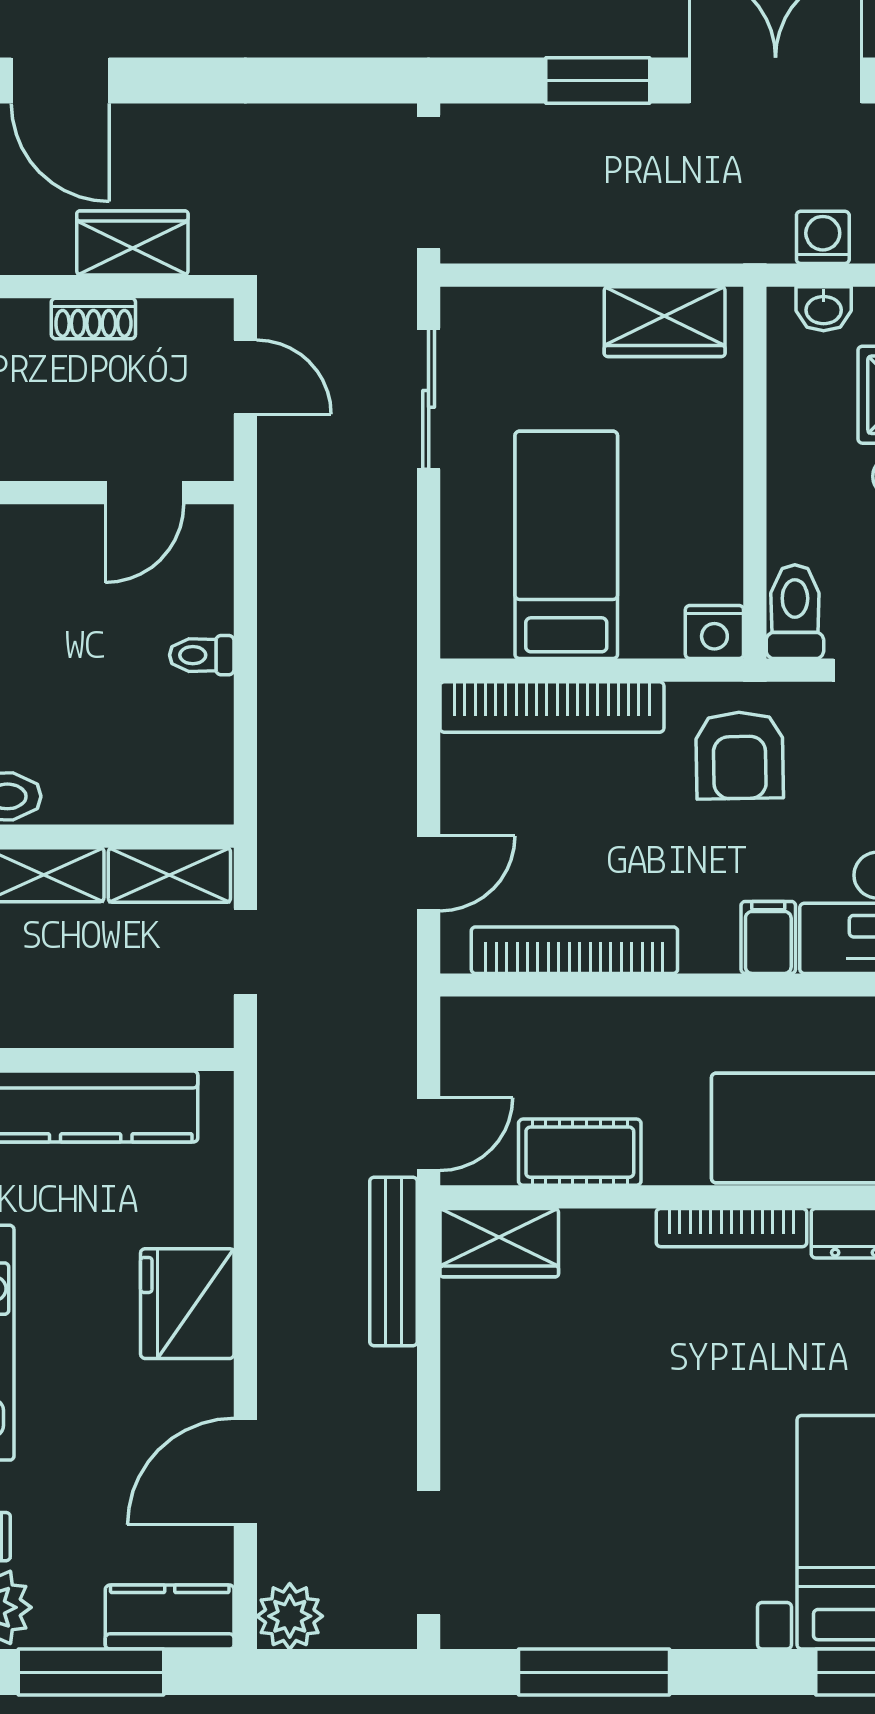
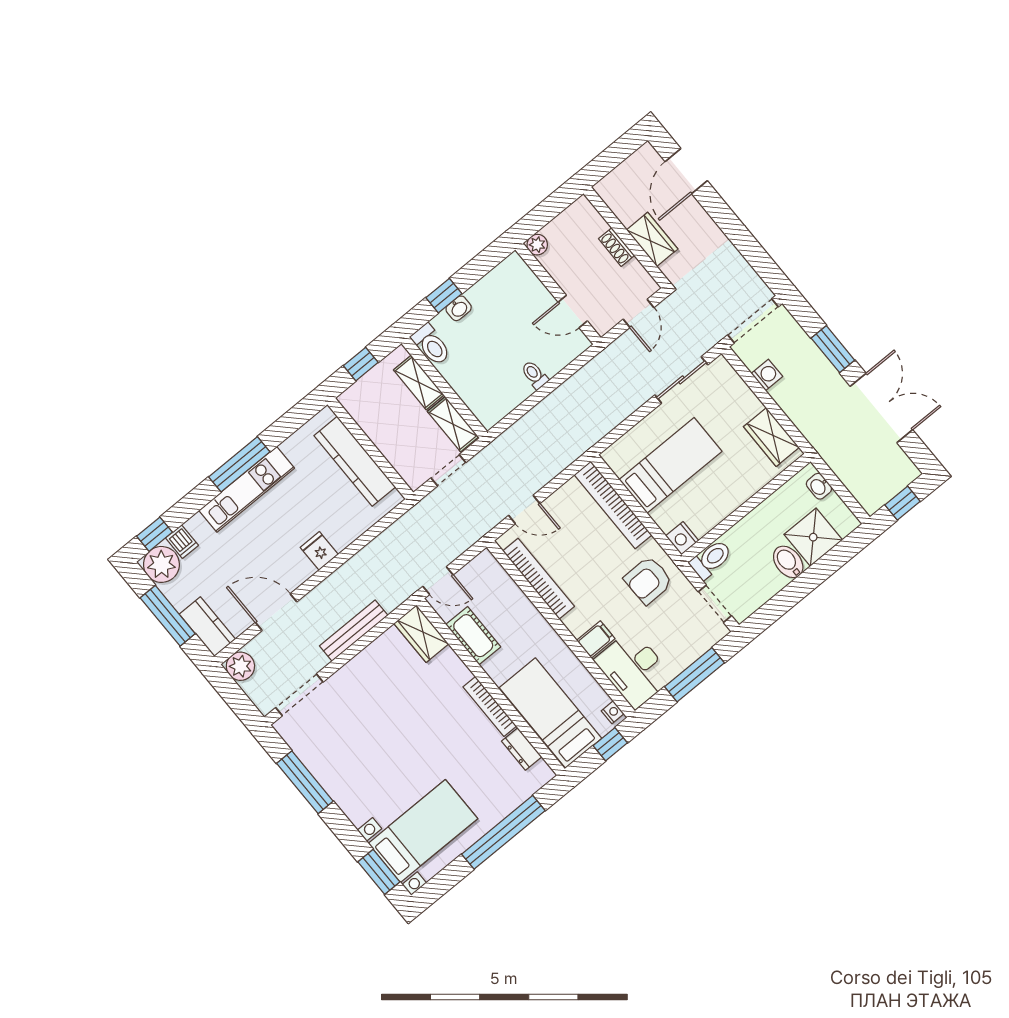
washing machine: (823, 237) -> (767, 375), moved
bench: (393, 1262) -> (354, 631), moved
fridge: (187, 1304) -> (319, 551), width x0.53, depth x0.75

